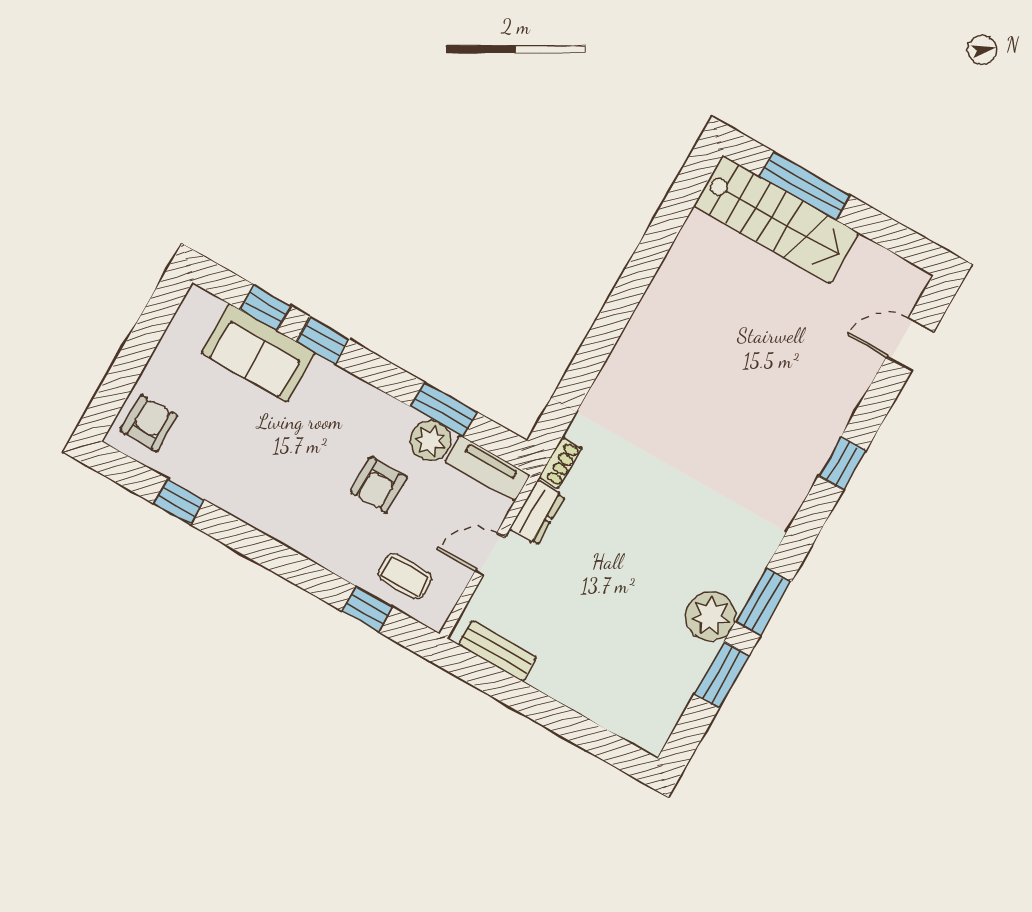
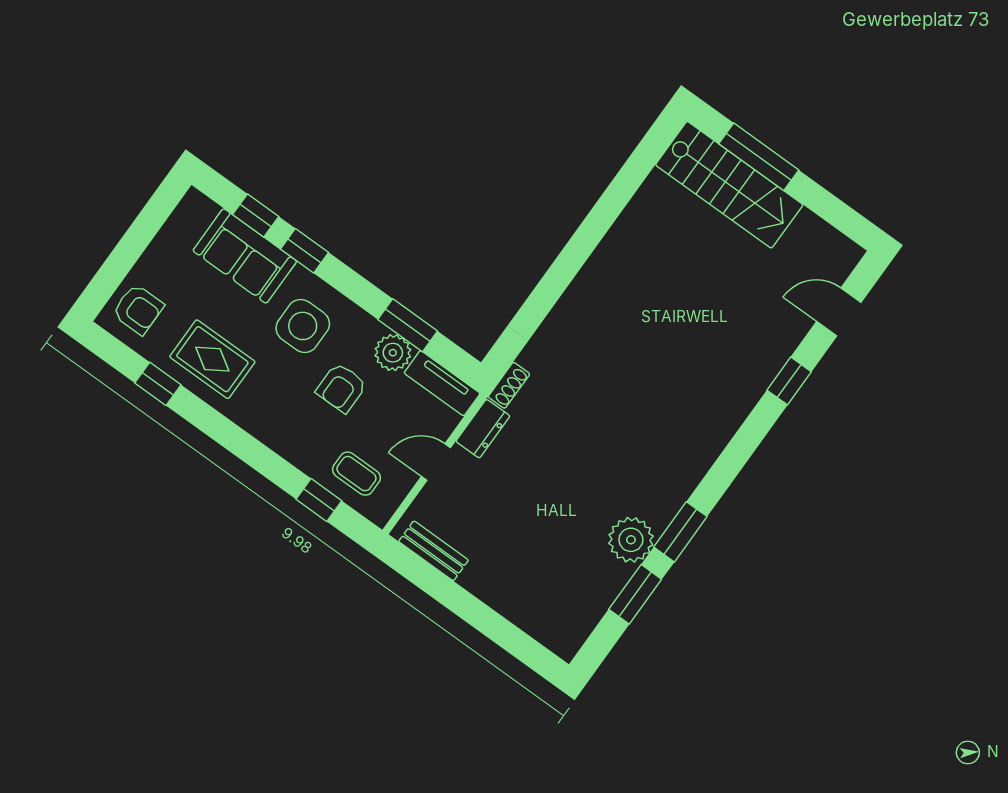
side table: (330, 422) -> (303, 326), added
armchair: (149, 423) -> (138, 309), turned 90
window: (842, 464) -> (789, 381), moved
rug: (235, 469) -> (212, 359), added

